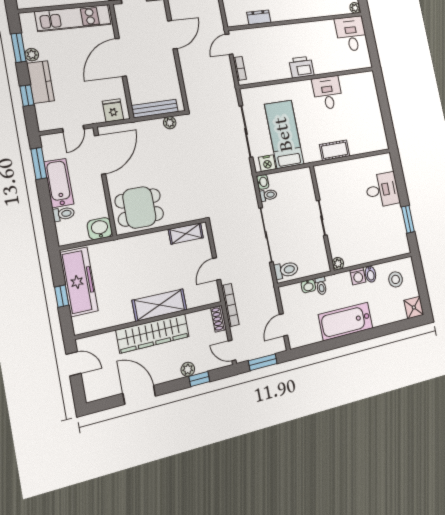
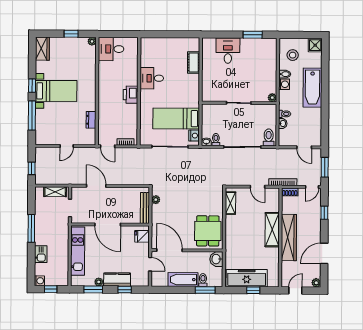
cot: (335, 150) -> (194, 63), moved
window: (39, 163) -> (205, 290), moved
bathtub: (346, 321) -> (313, 88), moved
plant: (188, 369) -> (316, 283), moved

